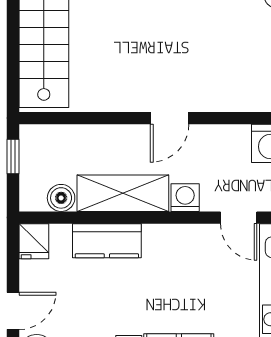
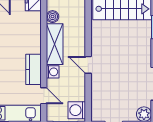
door: (239, 218) -> (44, 96), swing flipped
kitchen counter: (107, 241) -> (33, 69), moved

